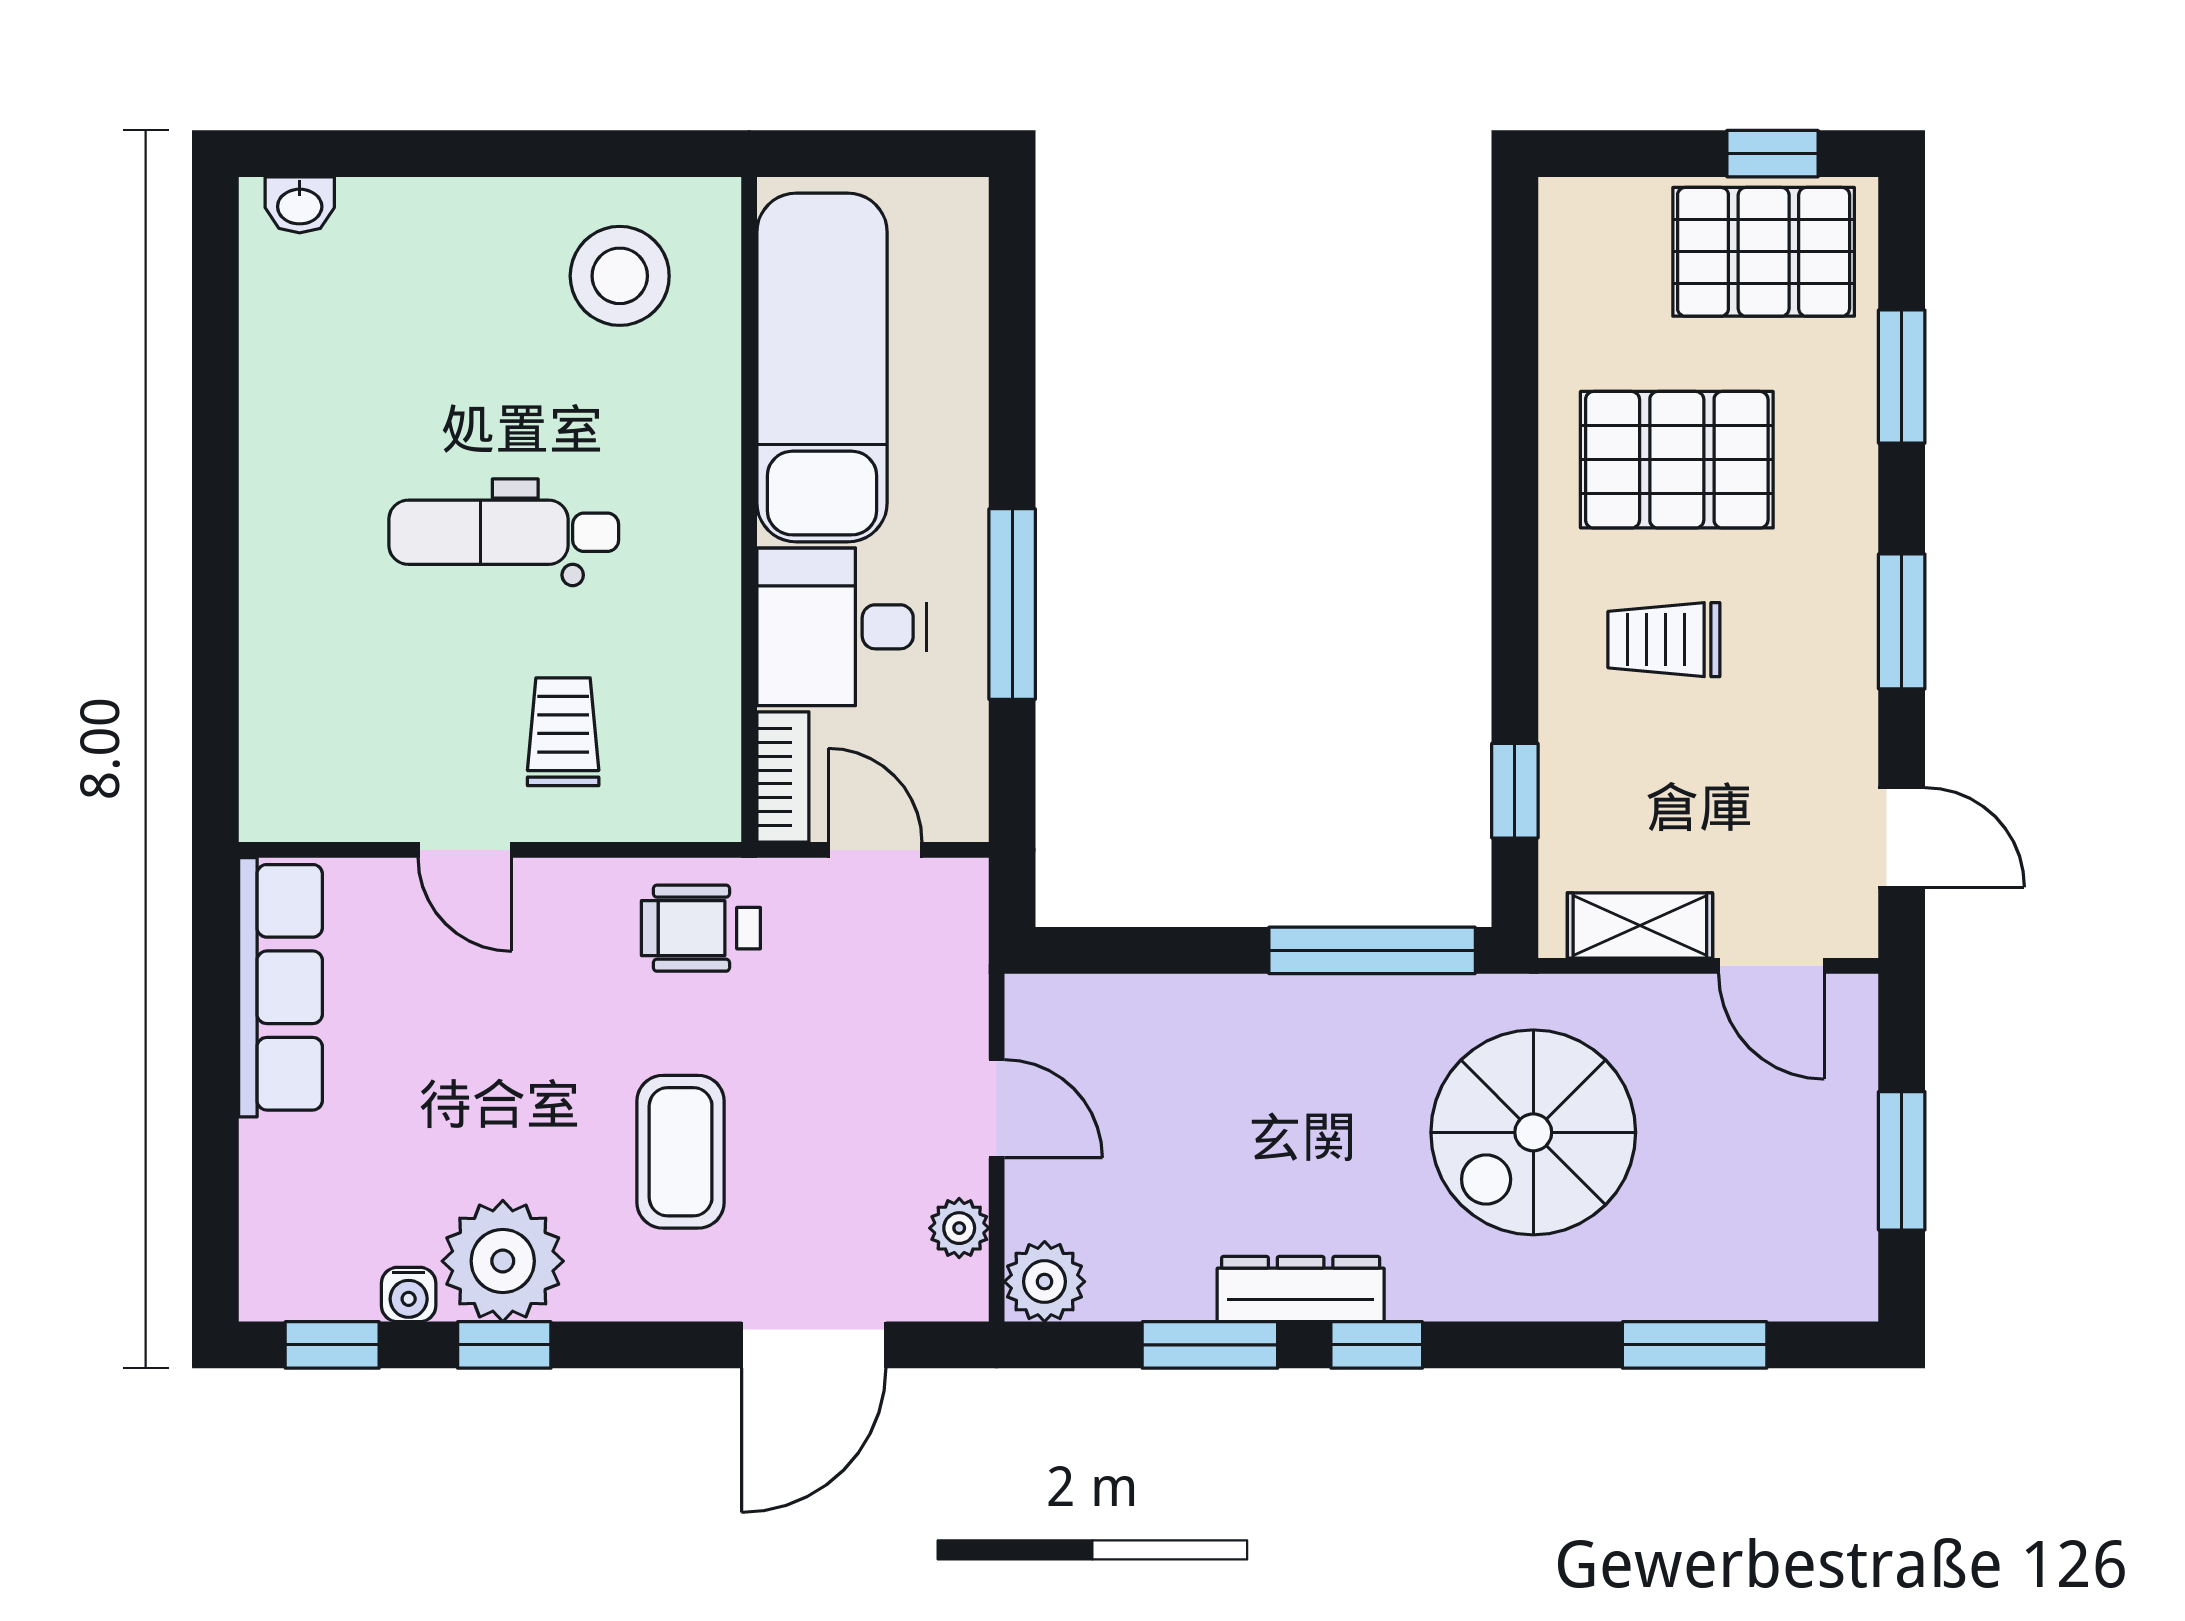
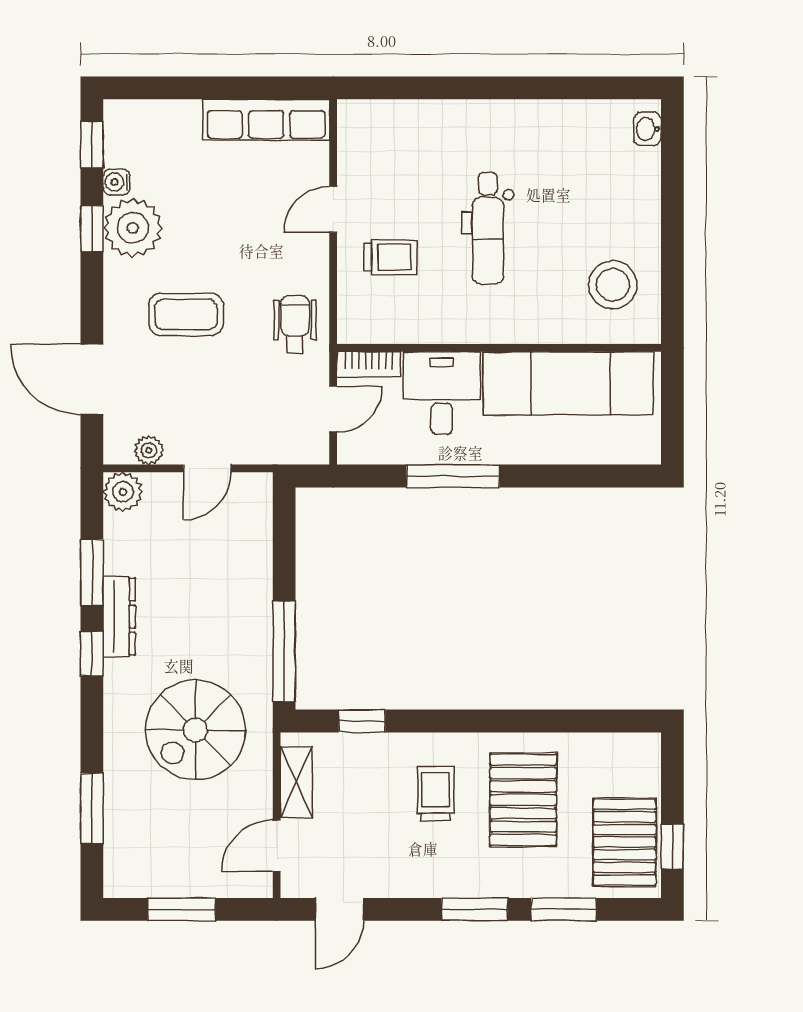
dental chair: (504, 532) -> (488, 228), turned 180
window: (1902, 621) -> (475, 909), moved
spiral stairs: (1533, 1132) -> (195, 730), turned -90

